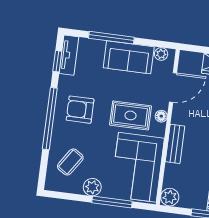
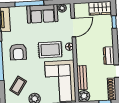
armchair: (80, 110) -> (18, 52), turned -90
bench: (175, 144) -> (82, 78), moved

